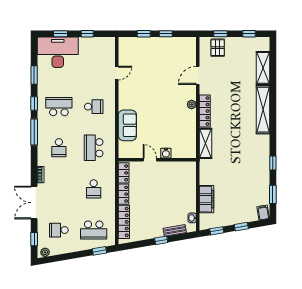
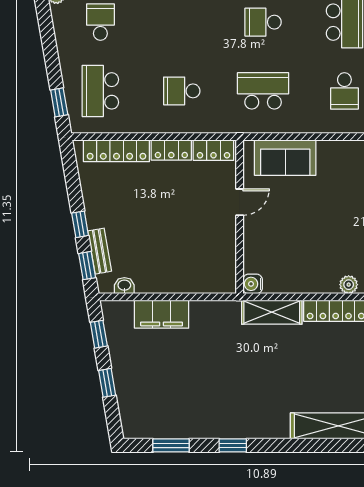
sofa: (127, 125) -> (285, 158), moved
water cooler: (166, 153) -> (253, 284), moved
filing cabinet: (263, 213) -> (135, 426), removed
window: (182, 237) -> (87, 266), added

